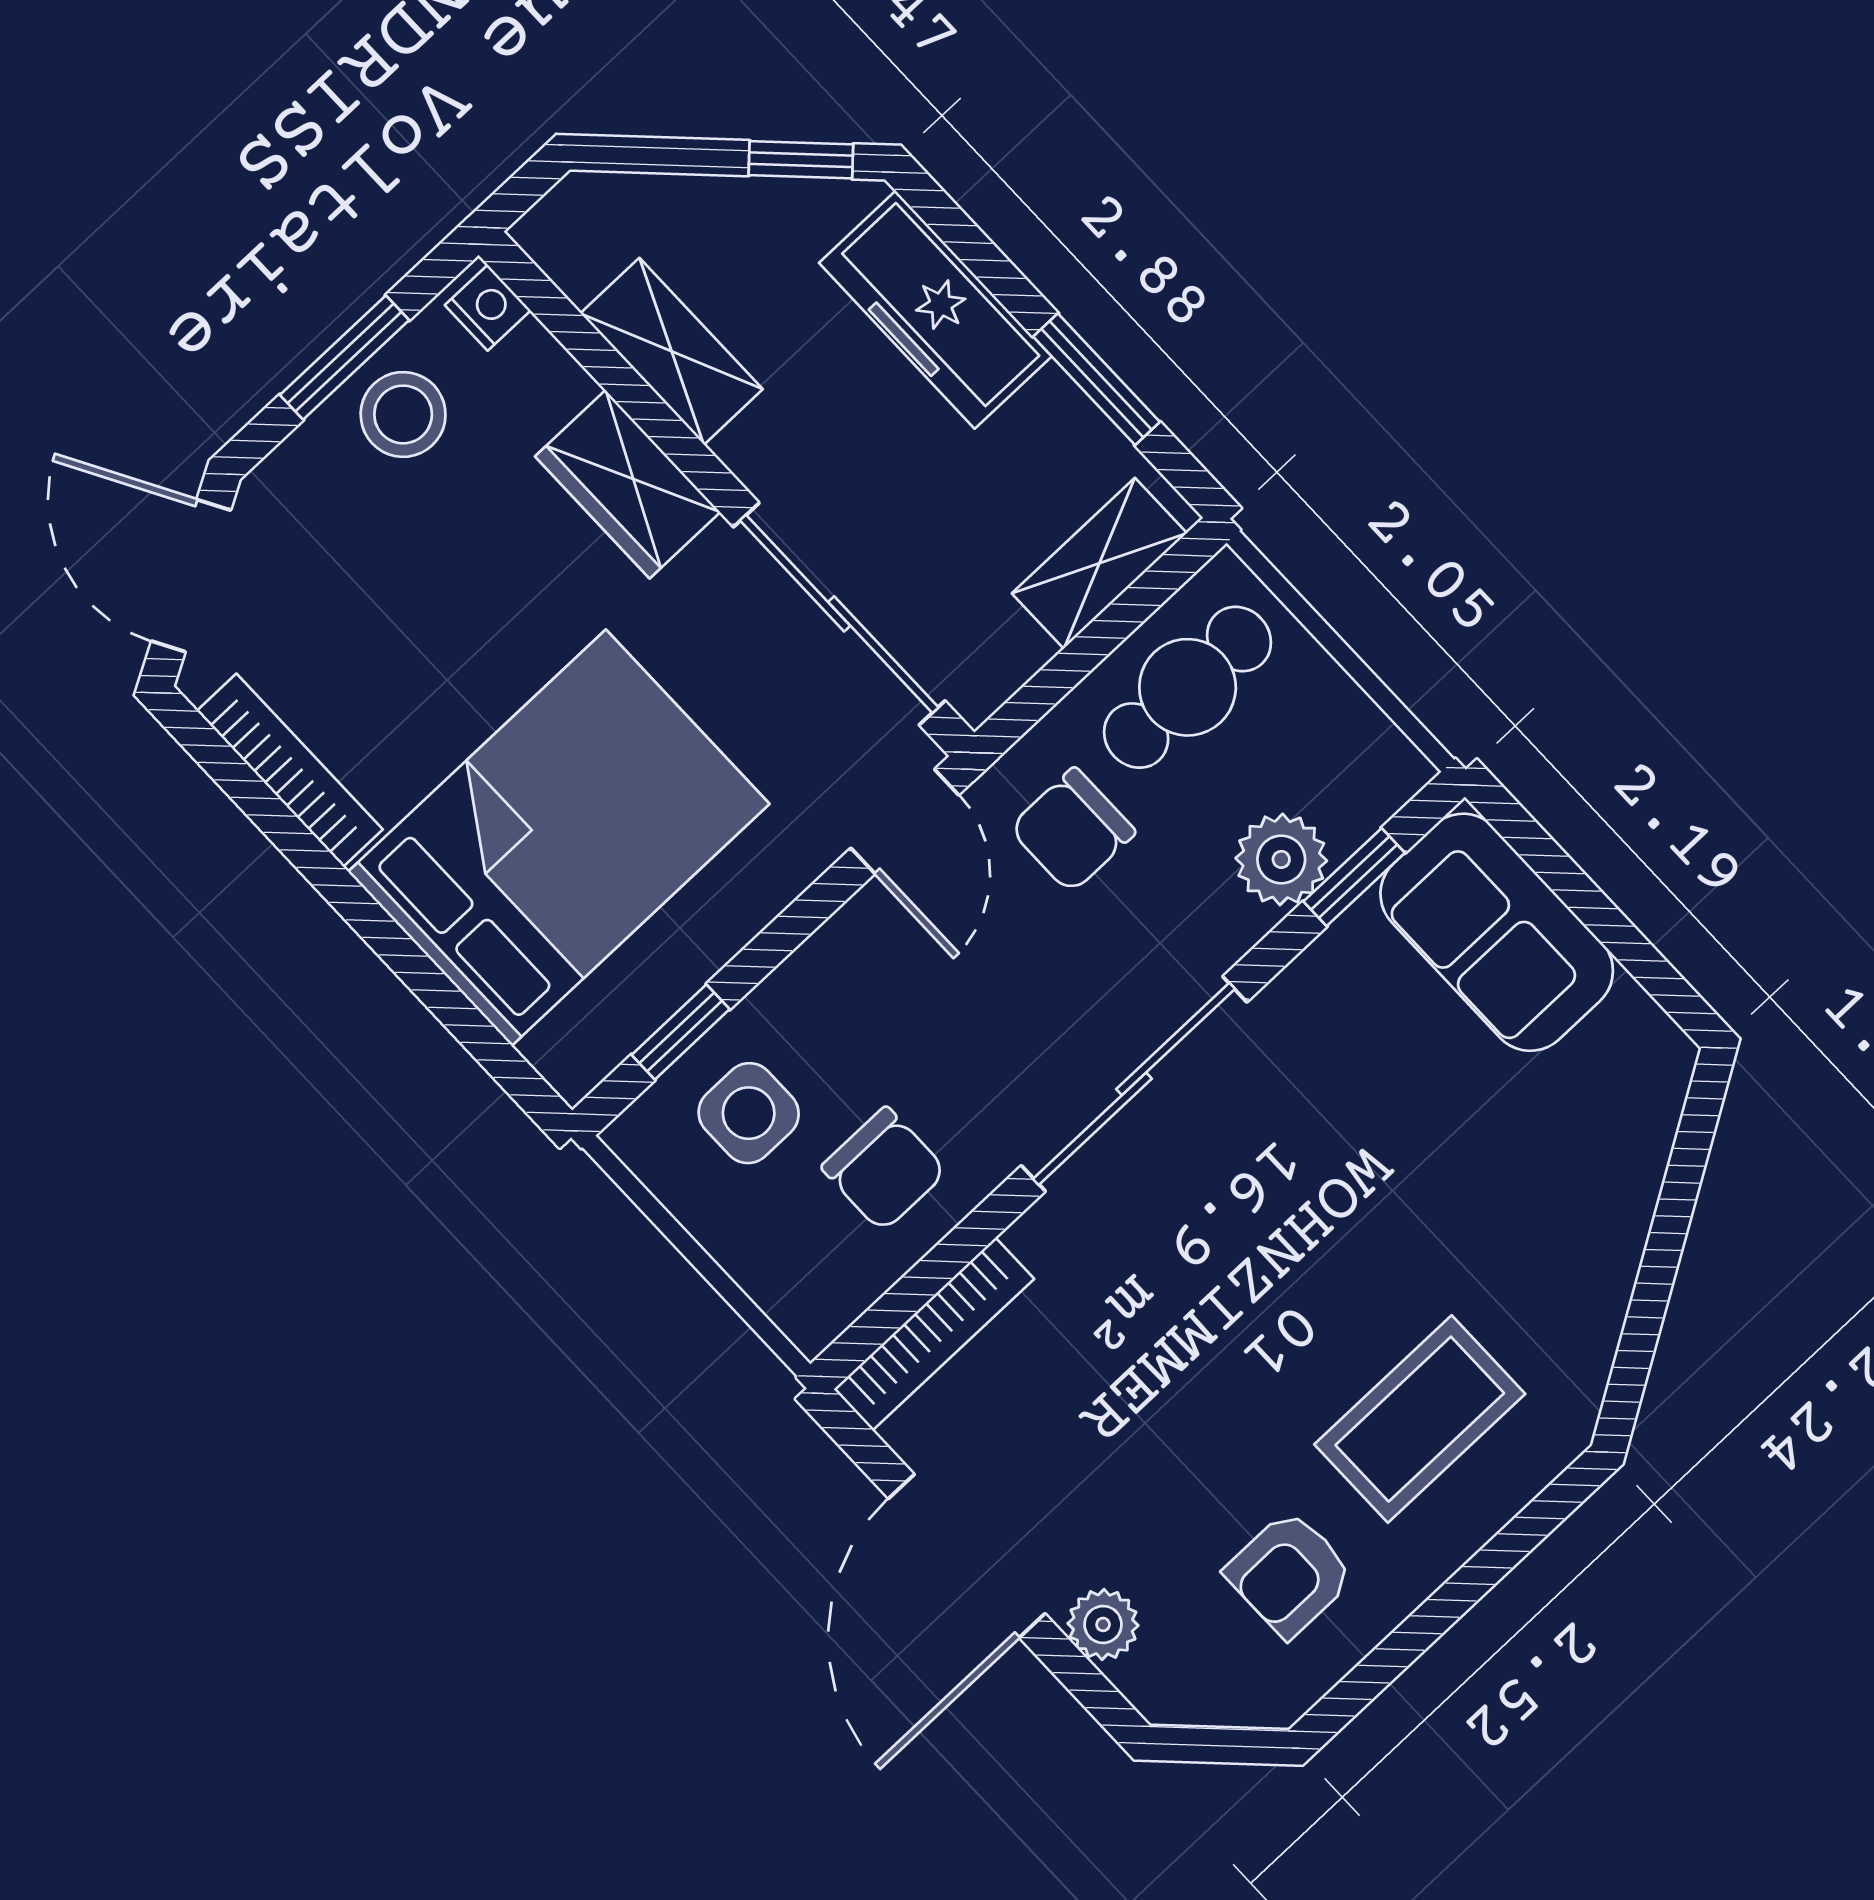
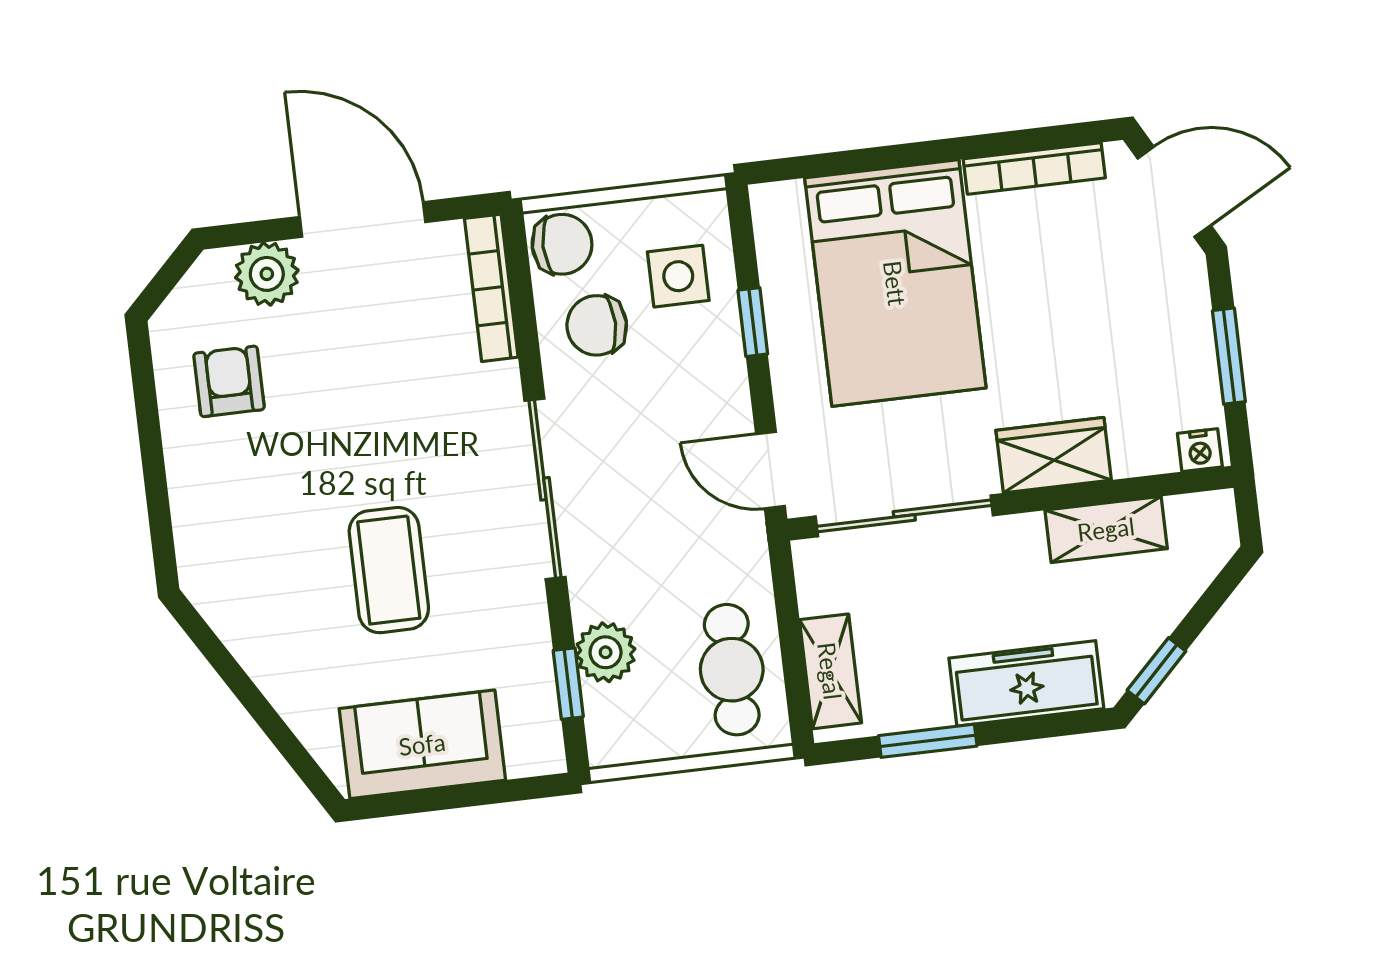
stool: (403, 414) -> (1177, 365), removed
chair: (1072, 830) -> (562, 244), moved, turned 90
sofa: (1497, 932) -> (422, 744), moved
window: (681, 1032) -> (753, 322), moved
coffee table: (1420, 1419) -> (389, 570), moved
plant: (1103, 1624) -> (267, 274), width x1.38, depth x1.38

